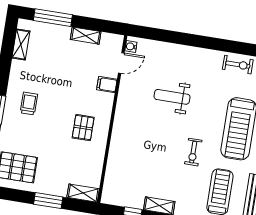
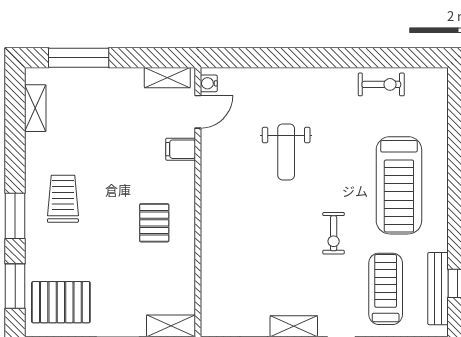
shelving: (86, 36) -> (167, 78), moved
weight bench: (172, 97) -> (286, 152), turned -90
trolley: (29, 103) -> (63, 199), width x1.36, depth x1.39

